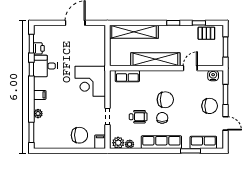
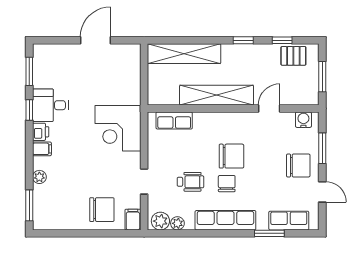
printer: (39, 48) -> (41, 132), moved

